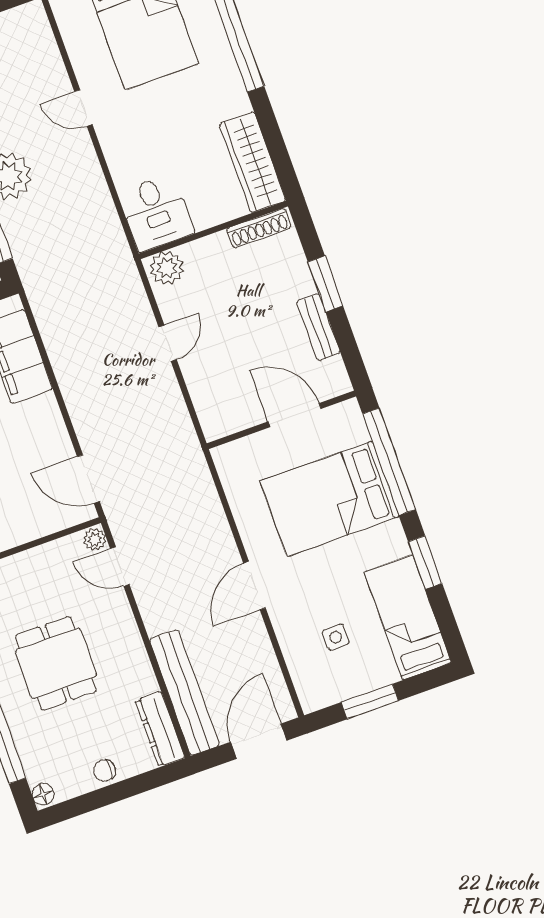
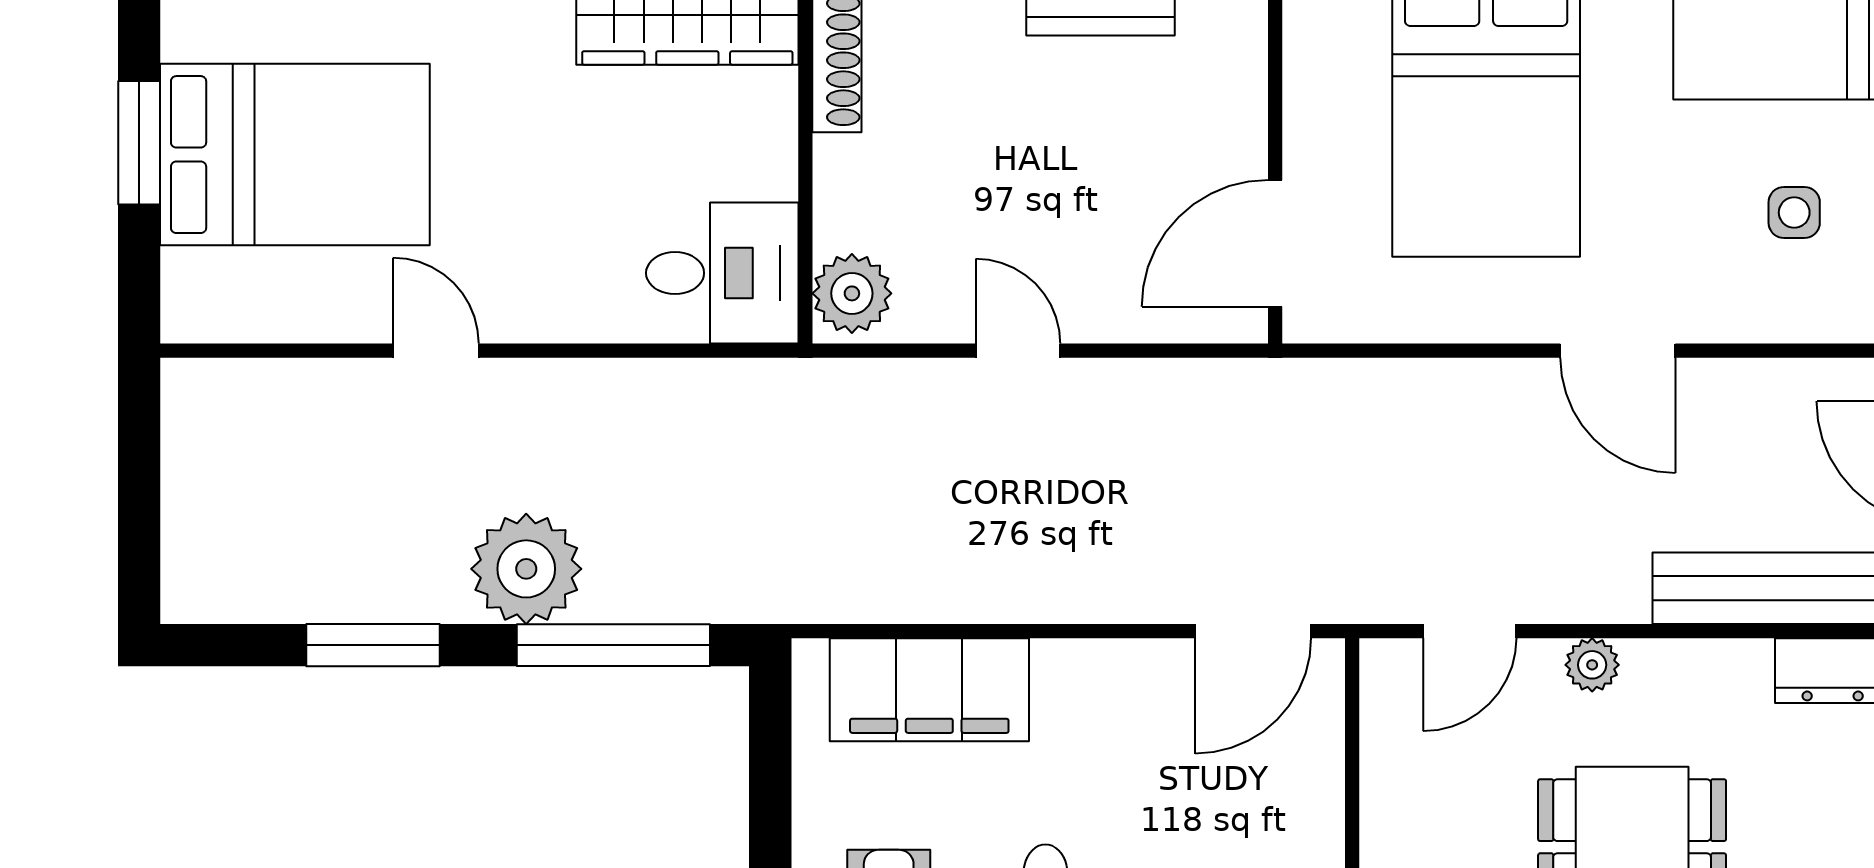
door: (83, 108) -> (436, 351), swing flipped
door: (295, 415) -> (1275, 243), moved
plant: (95, 539) -> (1592, 665), moved

